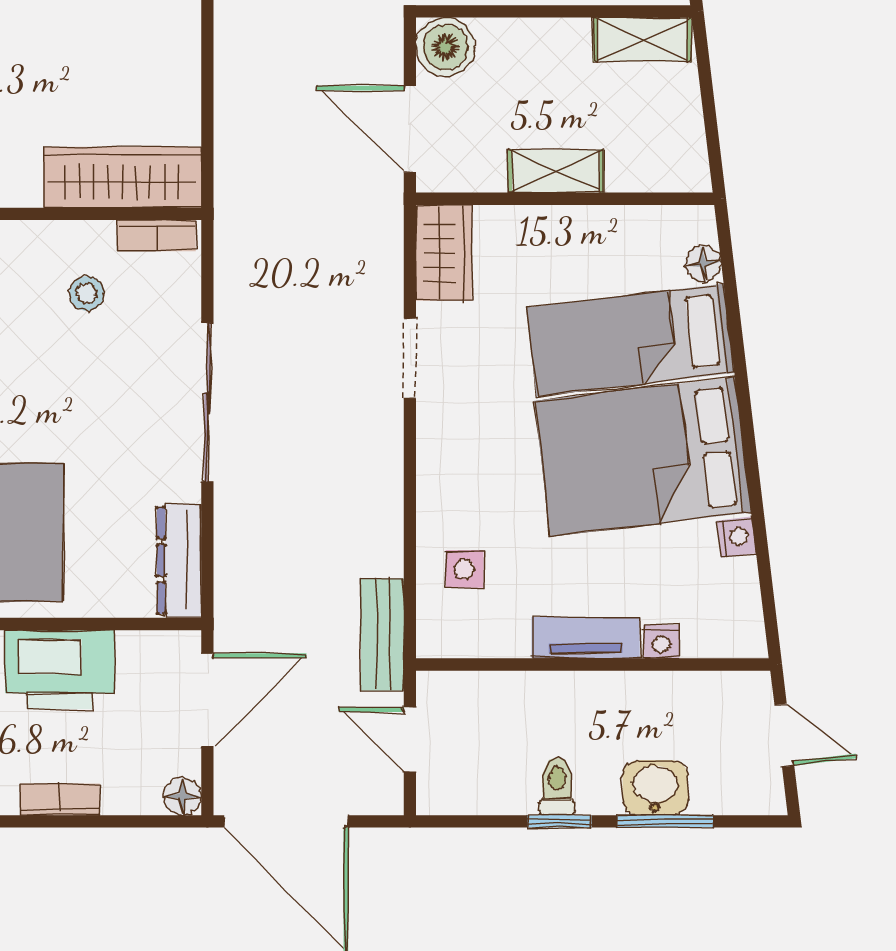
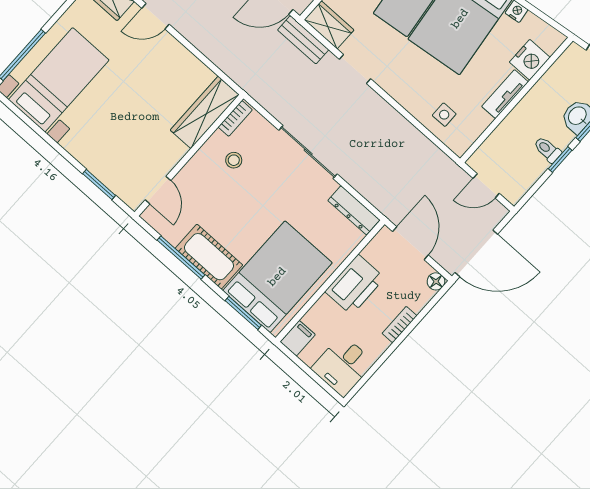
bench: (382, 635) -> (303, 40), moved
nightstand: (661, 642) -> (530, 60), width x1.89, depth x1.79

